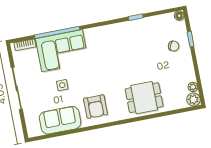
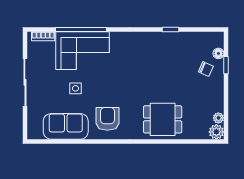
floor lamp: (179, 16) -> (218, 53), moved
armchair: (96, 106) -> (107, 119), turned 180

